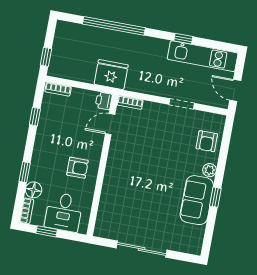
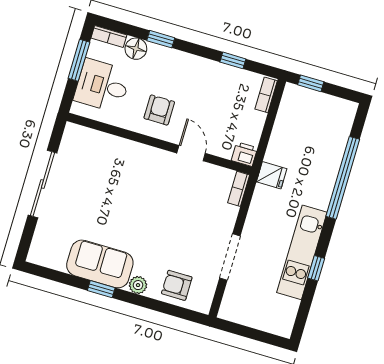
kitchen unit: (203, 56) -> (302, 252), moved
fridge: (111, 75) -> (272, 175), width x0.53, depth x0.75
door: (235, 90) -> (240, 330), removed
doorway: (182, 104) -> (230, 257), width x1.38
door: (110, 124) -> (191, 153), moved
armchair: (77, 168) -> (159, 110), turned 180
window: (47, 231) -> (79, 60), width x1.50

